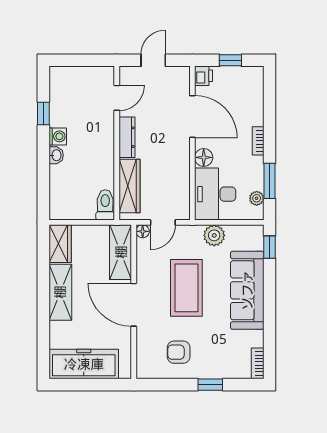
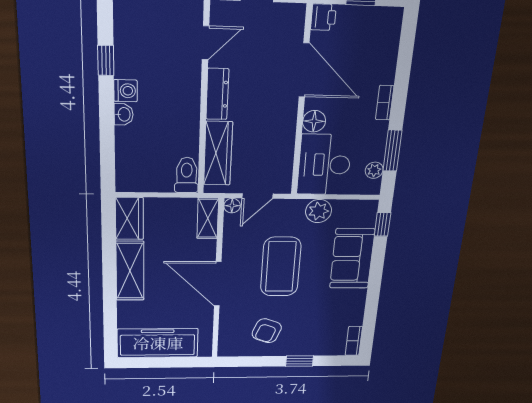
shelving: (121, 252) -> (208, 218), width x0.67, depth x0.75
sofa: (247, 290) -> (352, 259), width x0.73
armchair: (179, 352) -> (267, 331), turned -69

